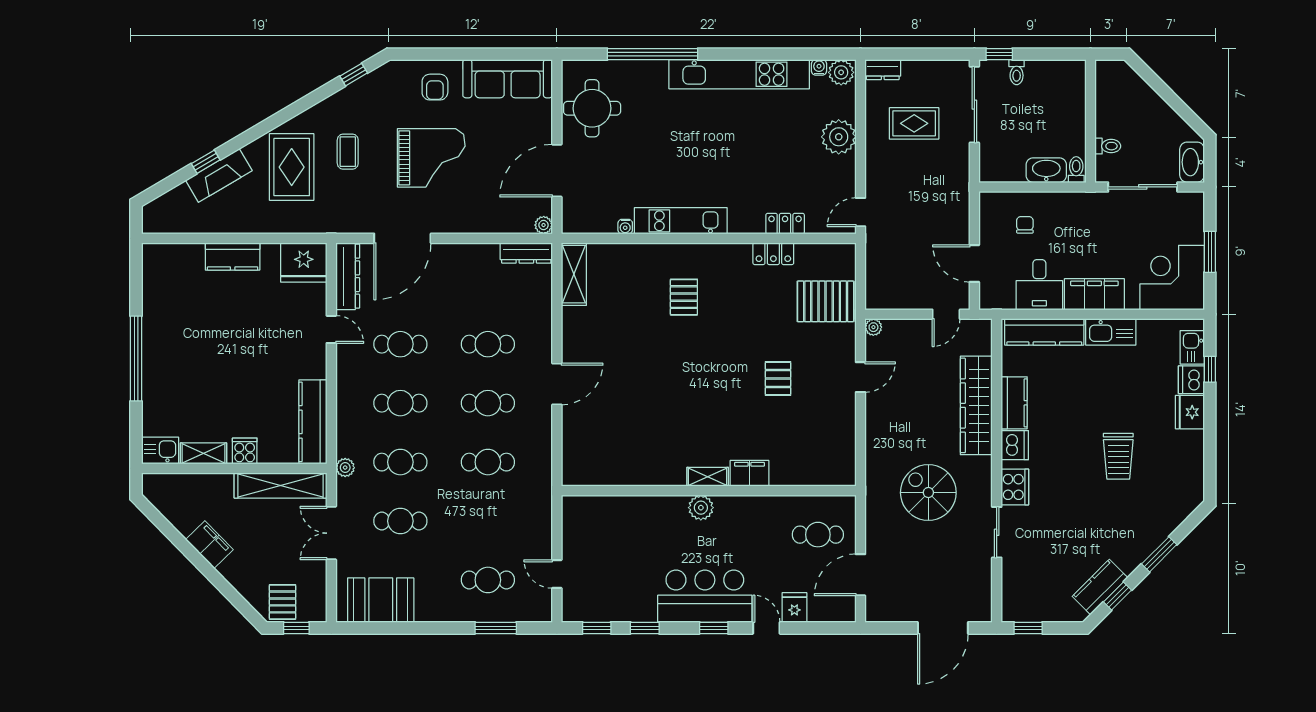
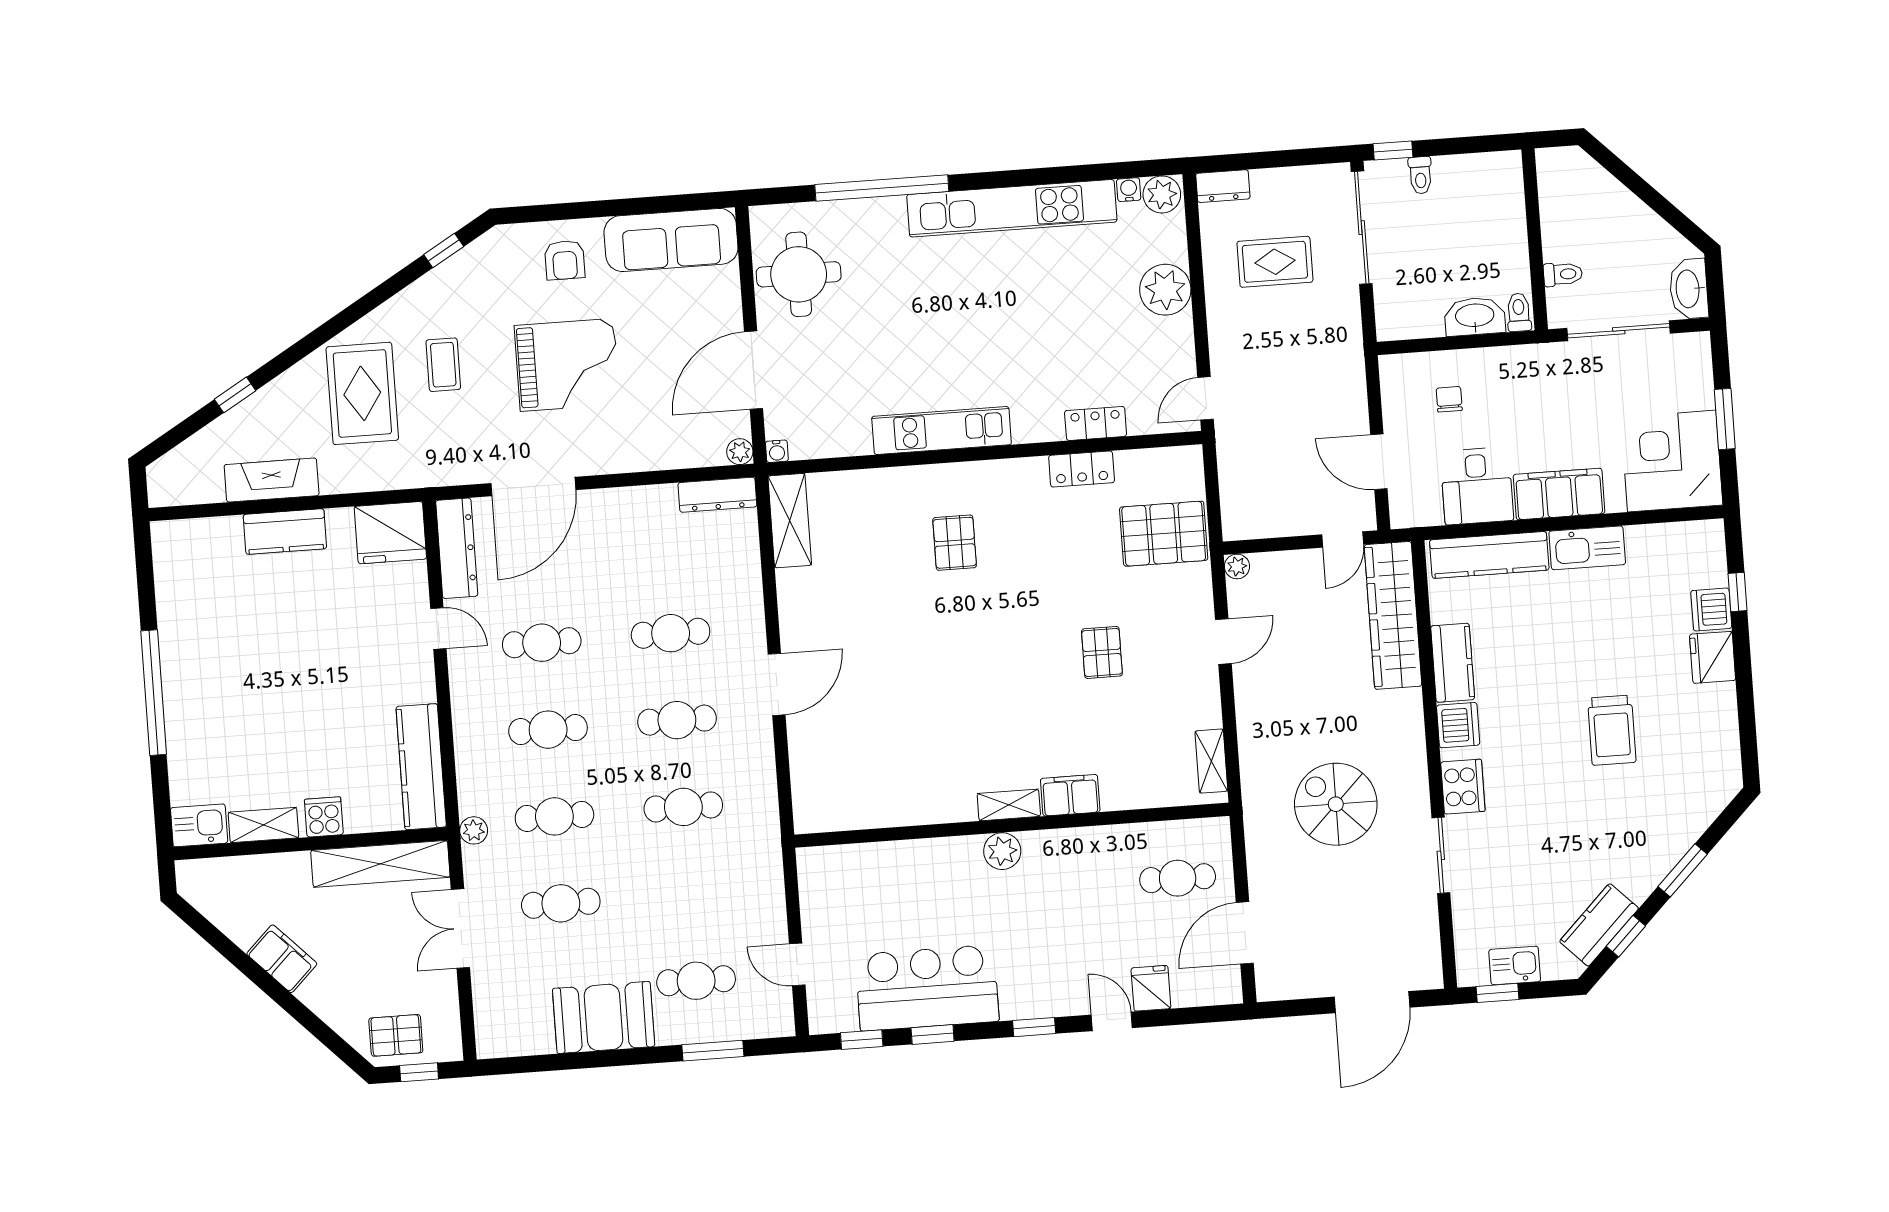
fireplace: (219, 175) -> (272, 480), moved, turned -150
water cooler: (625, 227) -> (777, 451), moved
kitchen sink: (1192, 347) -> (1515, 965), moved, turned 90
wardrobe: (976, 405) -> (1393, 615), moved
shelving: (846, 457) -> (1211, 761), added
bar counter: (705, 596) -> (927, 988), moved
booth: (381, 600) -> (604, 1017), moved
pallet: (282, 602) -> (396, 1035), turned 90

